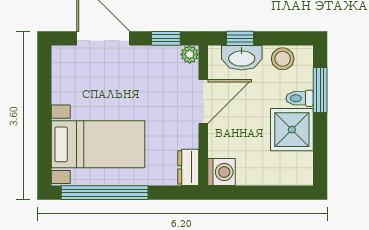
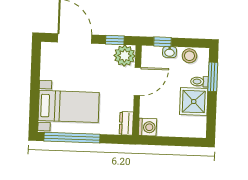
plant: (190, 54) -> (125, 56), width x1.88, depth x1.88
washbasin: (242, 58) -> (170, 52), width x0.52, depth x0.69

